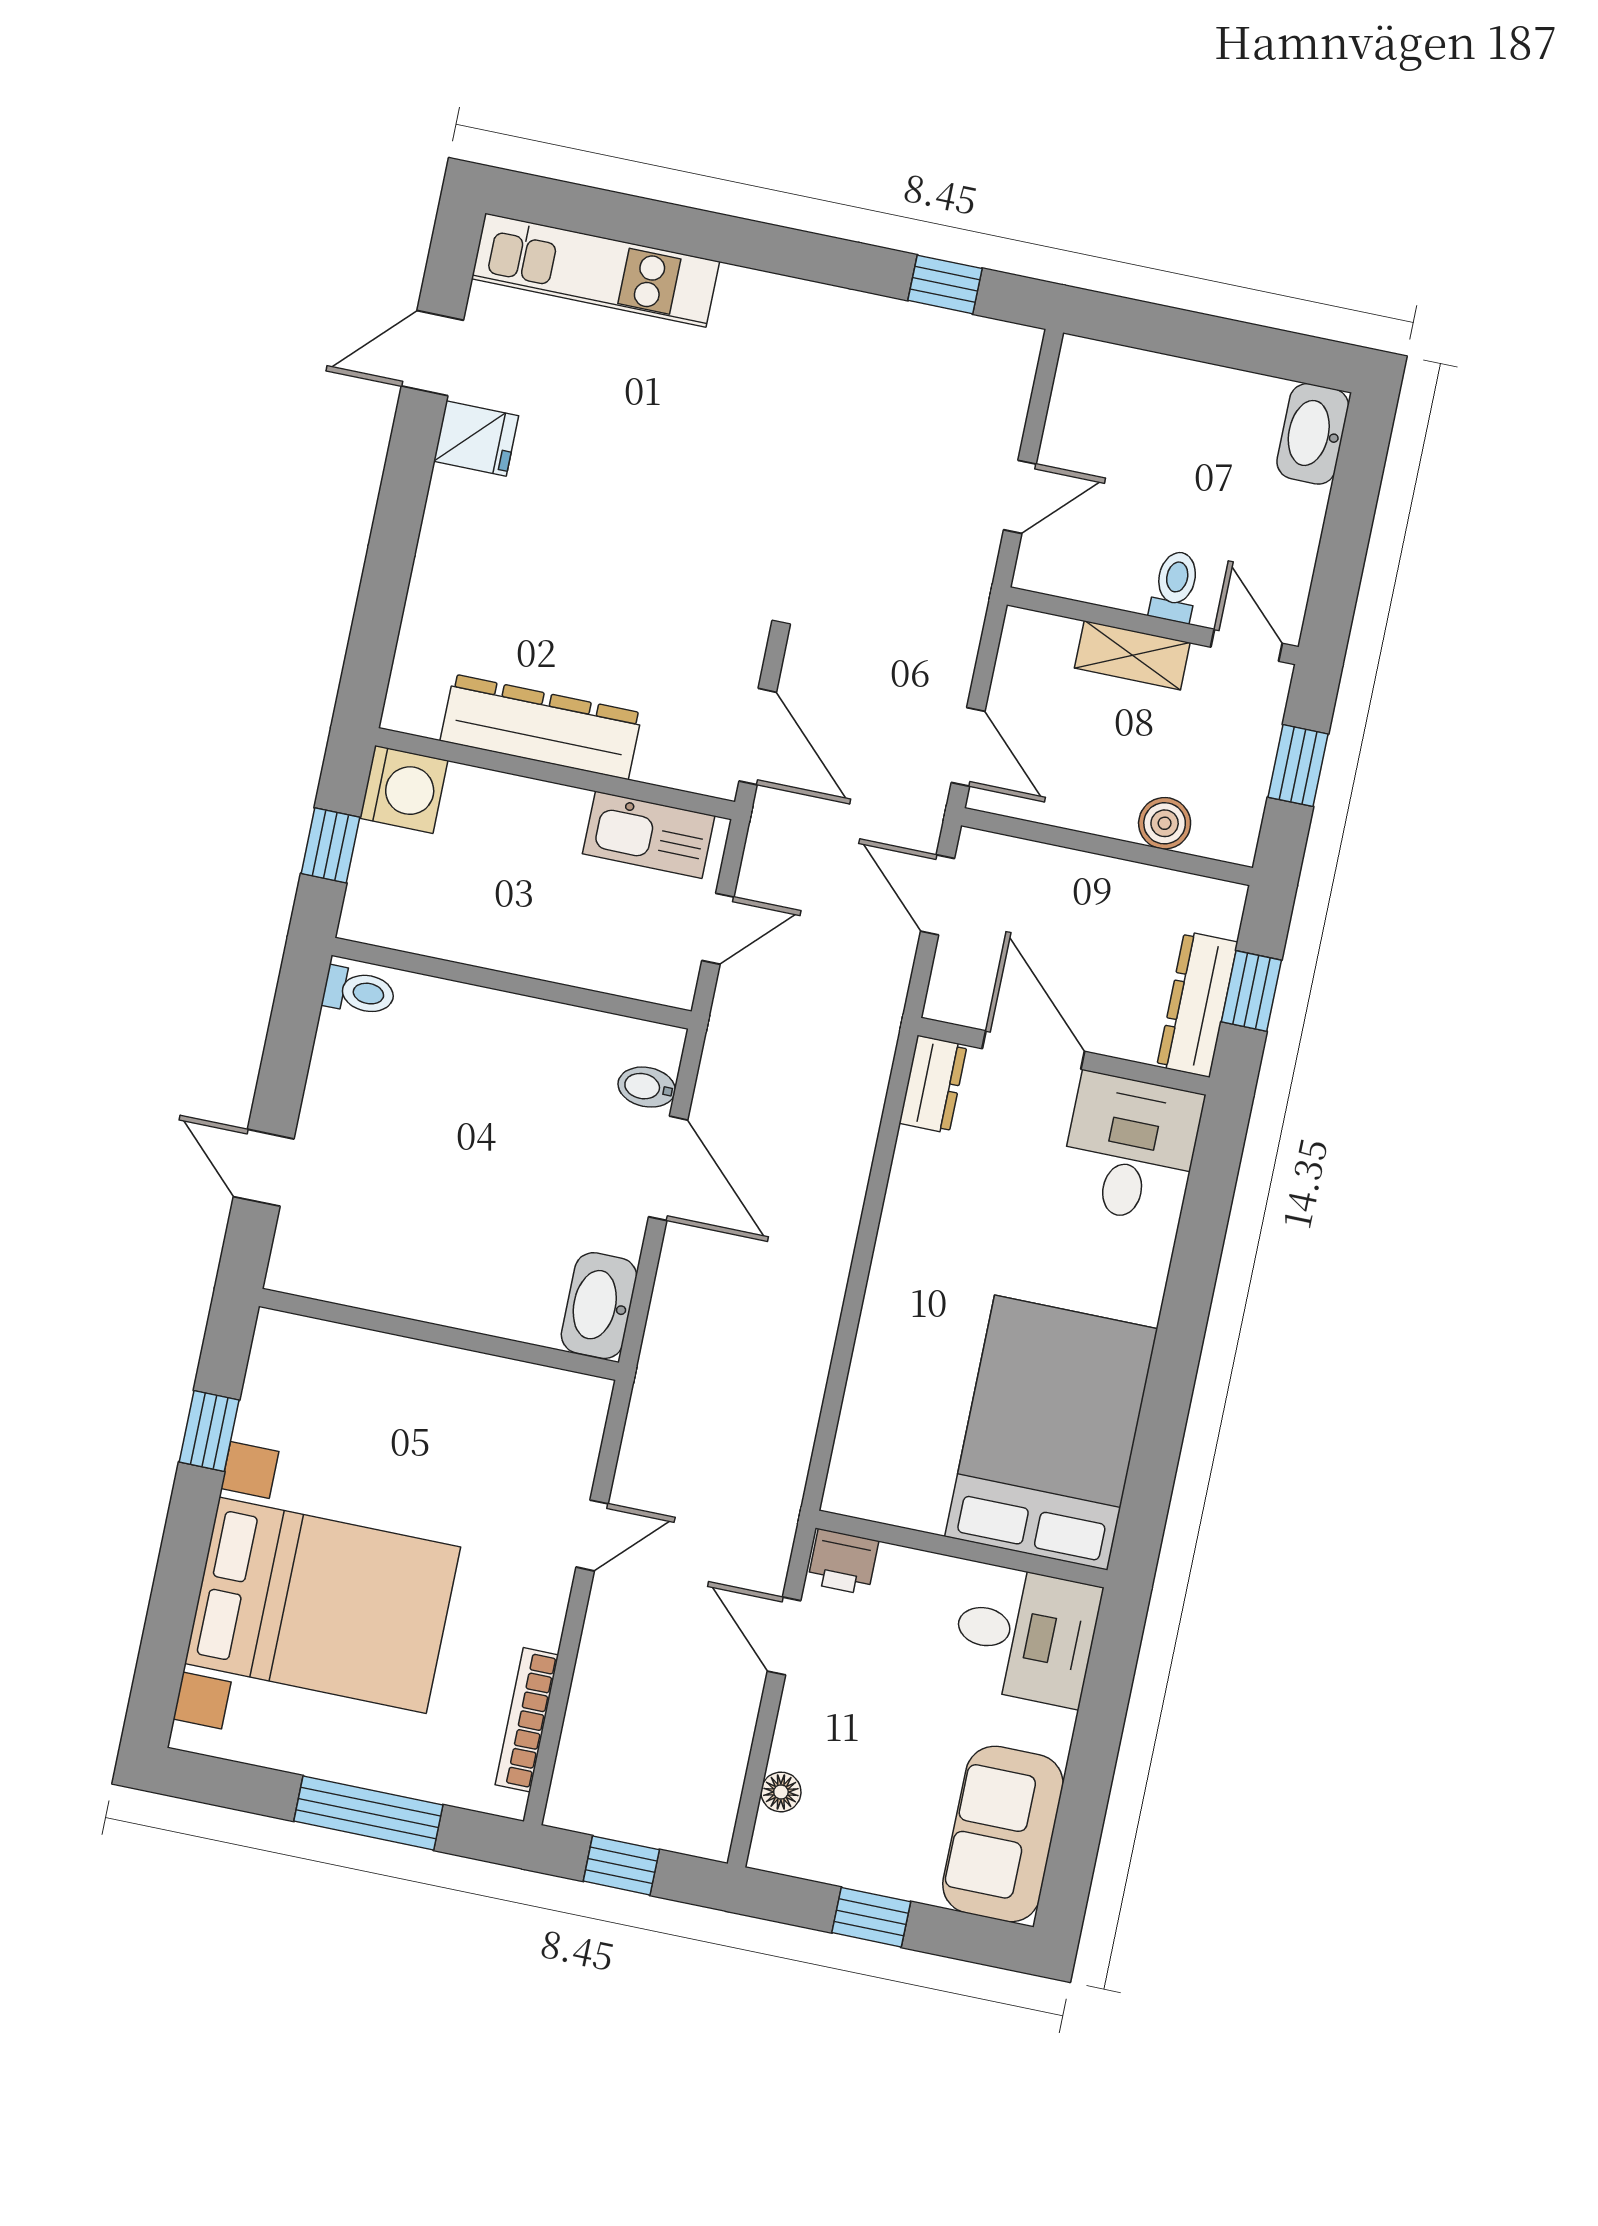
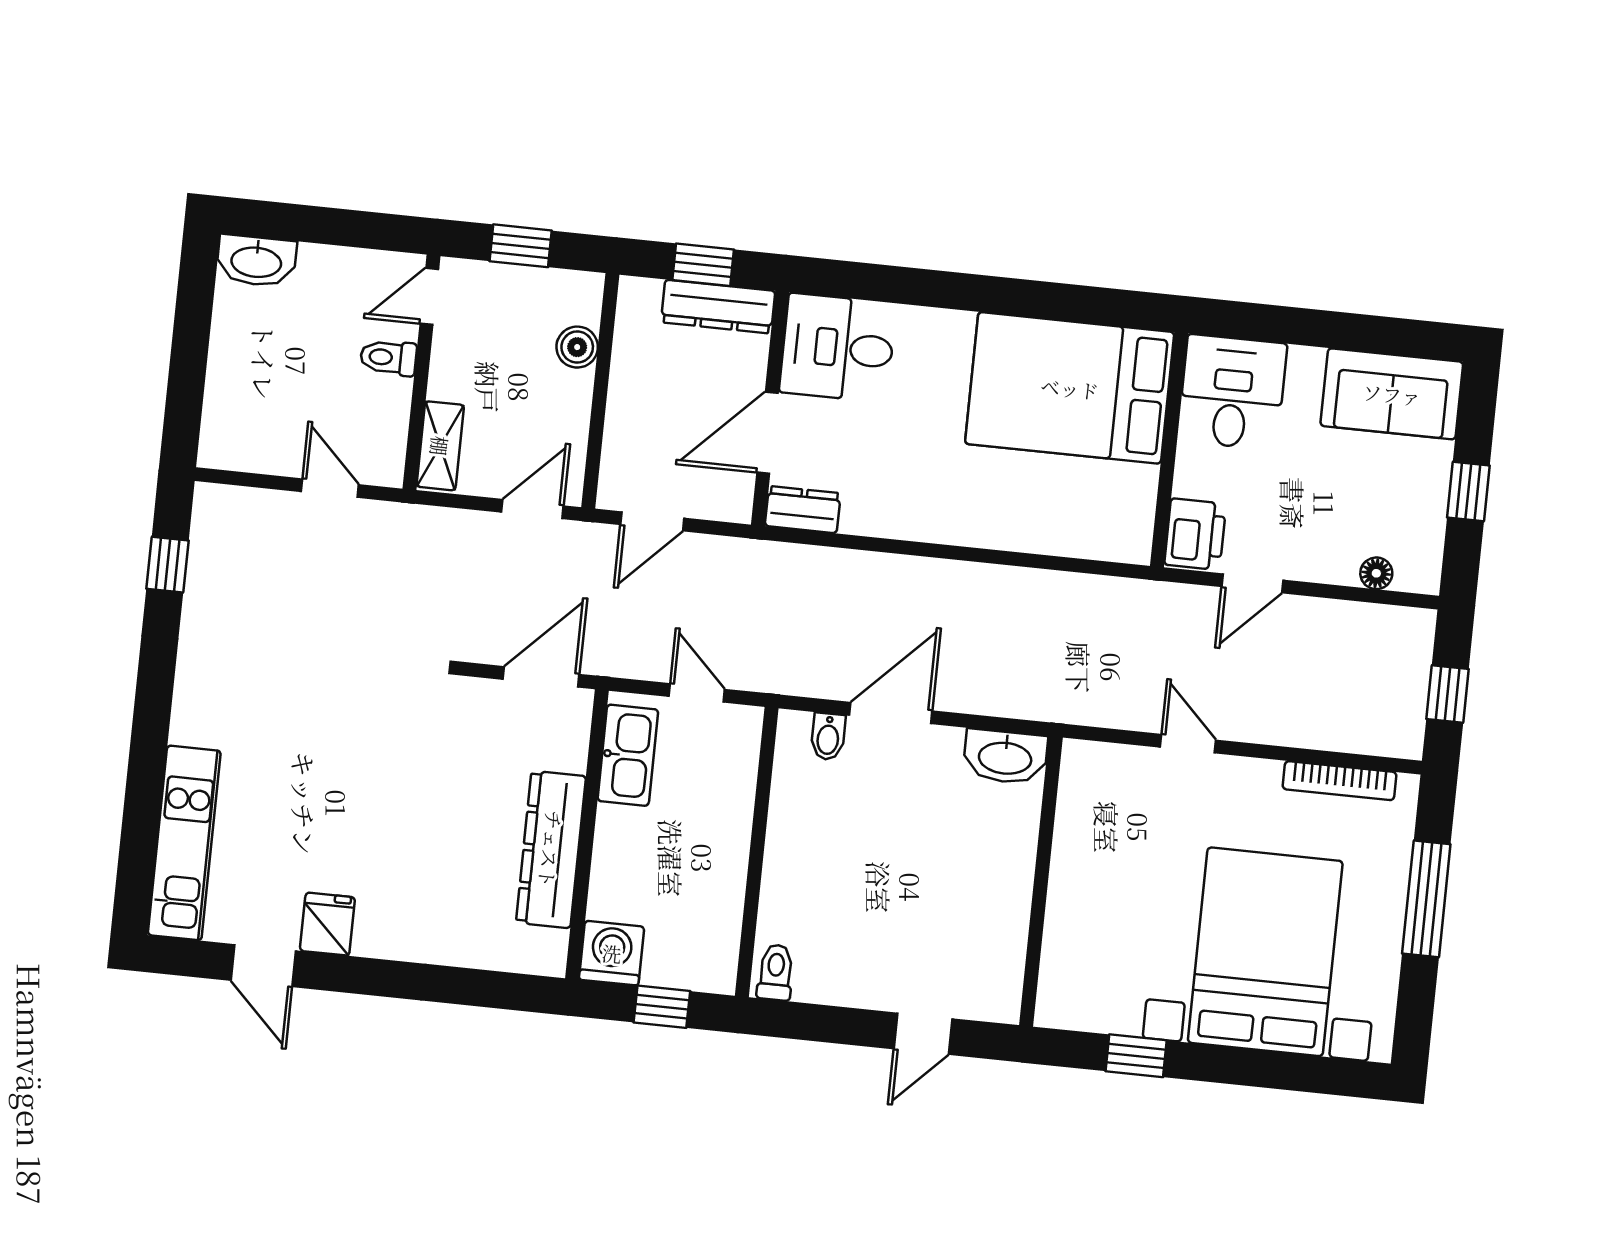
shelving: (1132, 655) -> (440, 446), moved
printer: (843, 1562) -> (1195, 534), width x1.36, depth x1.24

